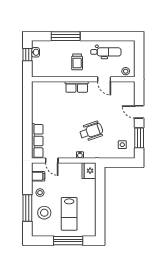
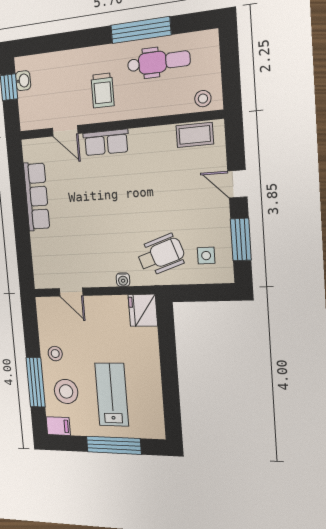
window: (66, 36) -> (141, 30), moved
door: (104, 79) -> (65, 131), moved
coffee table: (121, 88) -> (195, 135), added
wheelchair: (91, 131) -> (161, 255), moved
row of seats: (37, 141) -> (36, 196), moved
filing cabinet: (38, 176) -> (58, 426), moved
lab bench: (69, 214) -> (112, 395), turned 180

